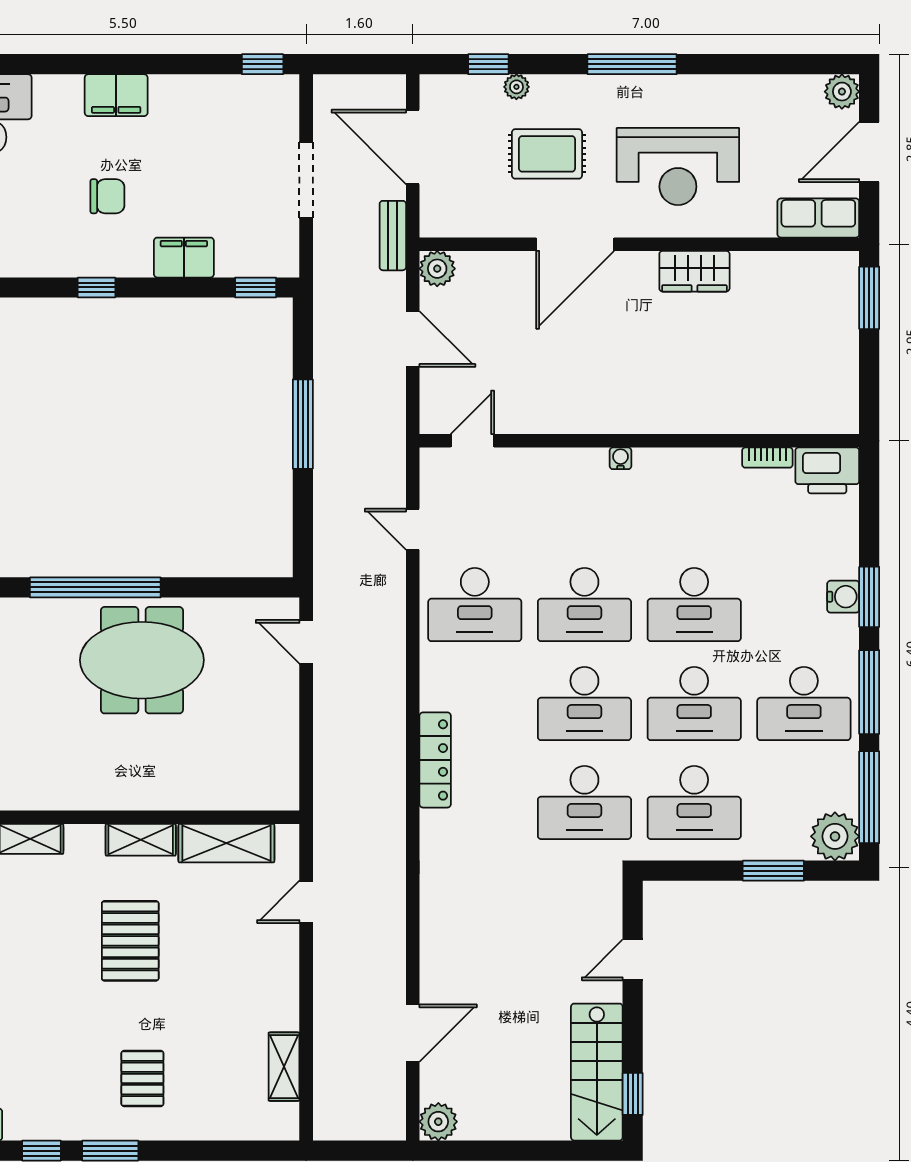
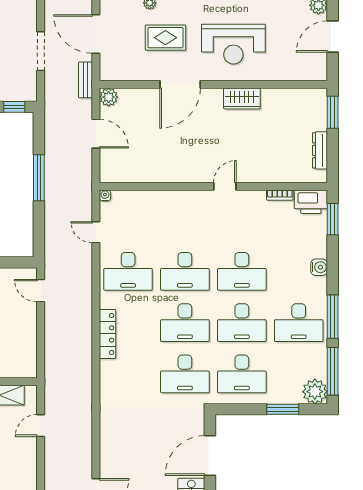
row of seats: (818, 218) -> (306, 71), removed
dresser: (845, 371) -> (320, 150), added
door: (472, 441) -> (225, 186), moved
water cooler: (621, 458) -> (105, 195), moved
window: (869, 597) -> (333, 219), moved
locker: (435, 760) -> (107, 334), moved
door: (633, 960) -> (210, 456), width x1.88

